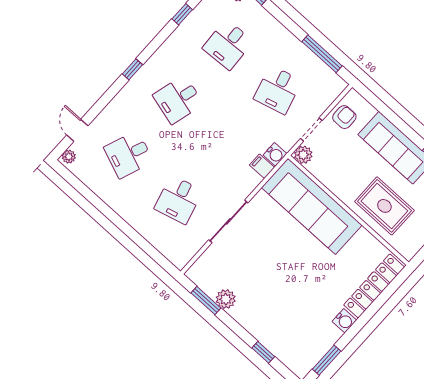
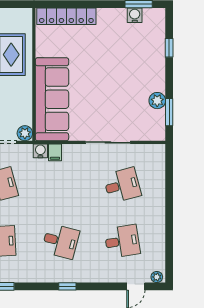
desk: (129, 155) -> (122, 241), turned -30
water cooler: (344, 321) -> (135, 15), moved

